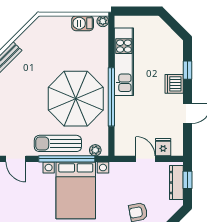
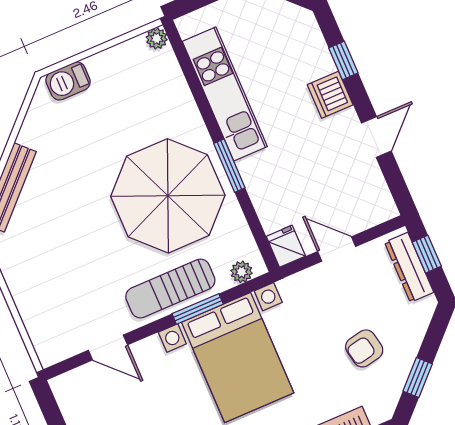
barbecue: (83, 23) -> (68, 81), moved
window: (111, 97) -> (229, 166), width x0.47
fridge: (163, 147) -> (286, 246), moved
window: (67, 159) -> (198, 309), width x0.47

